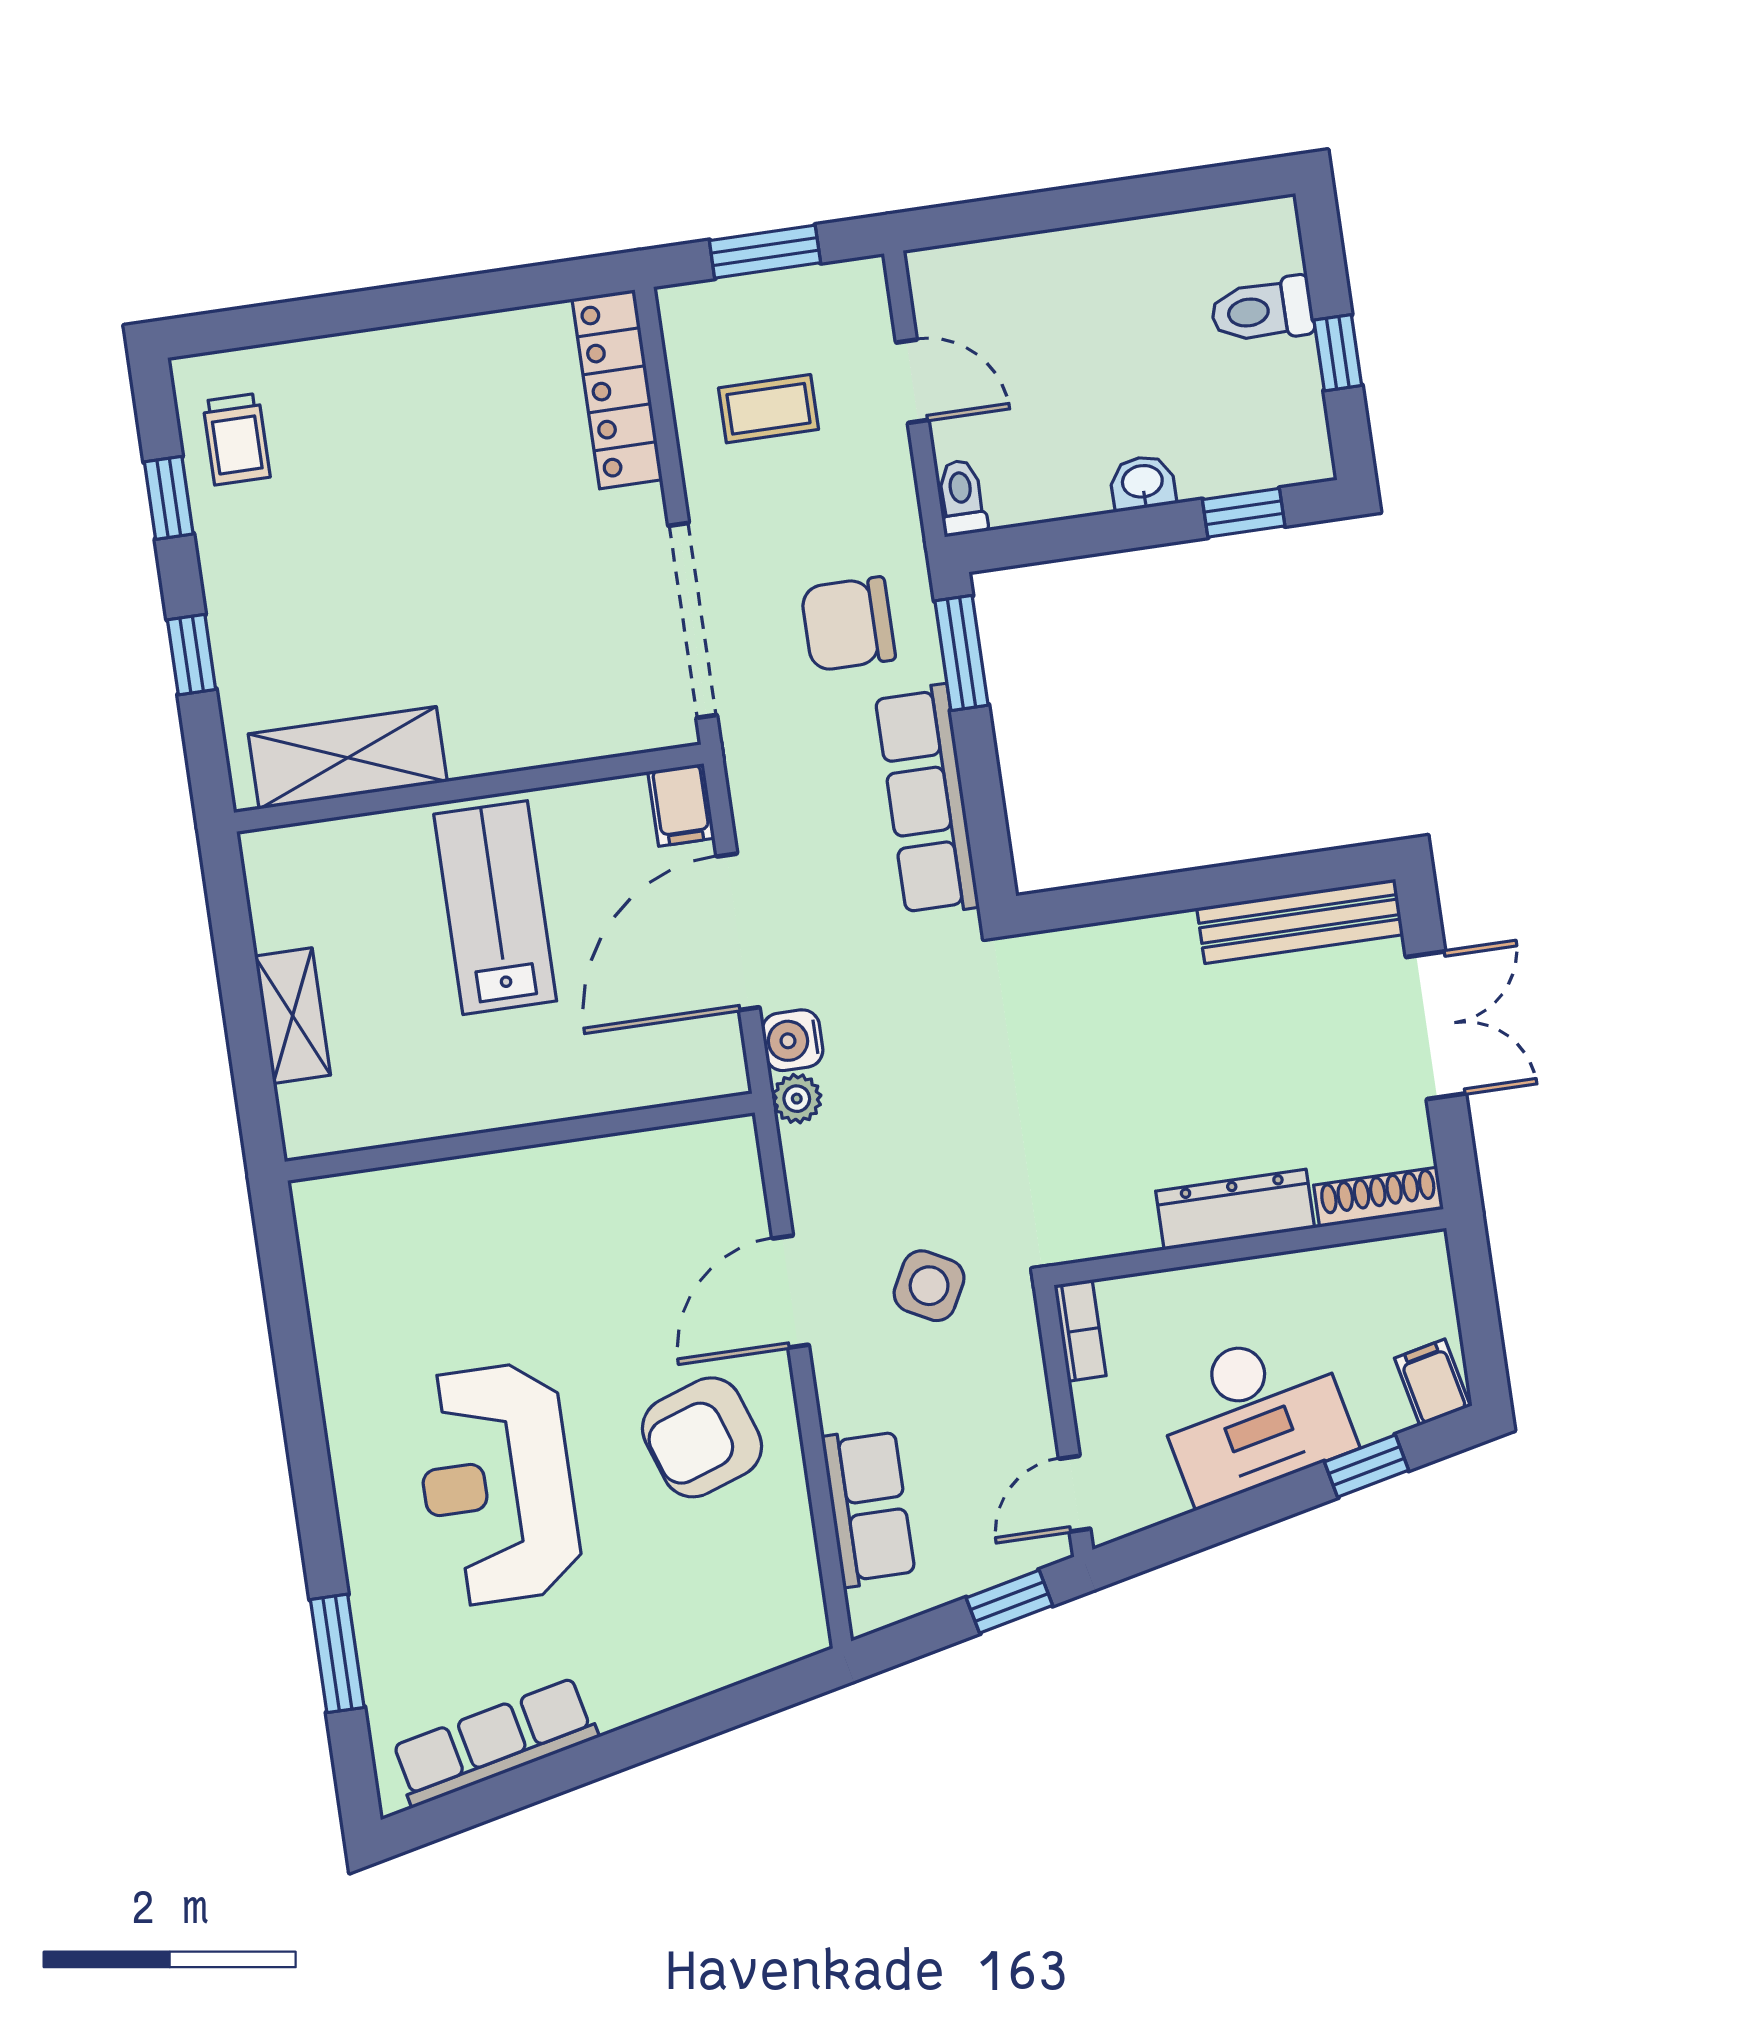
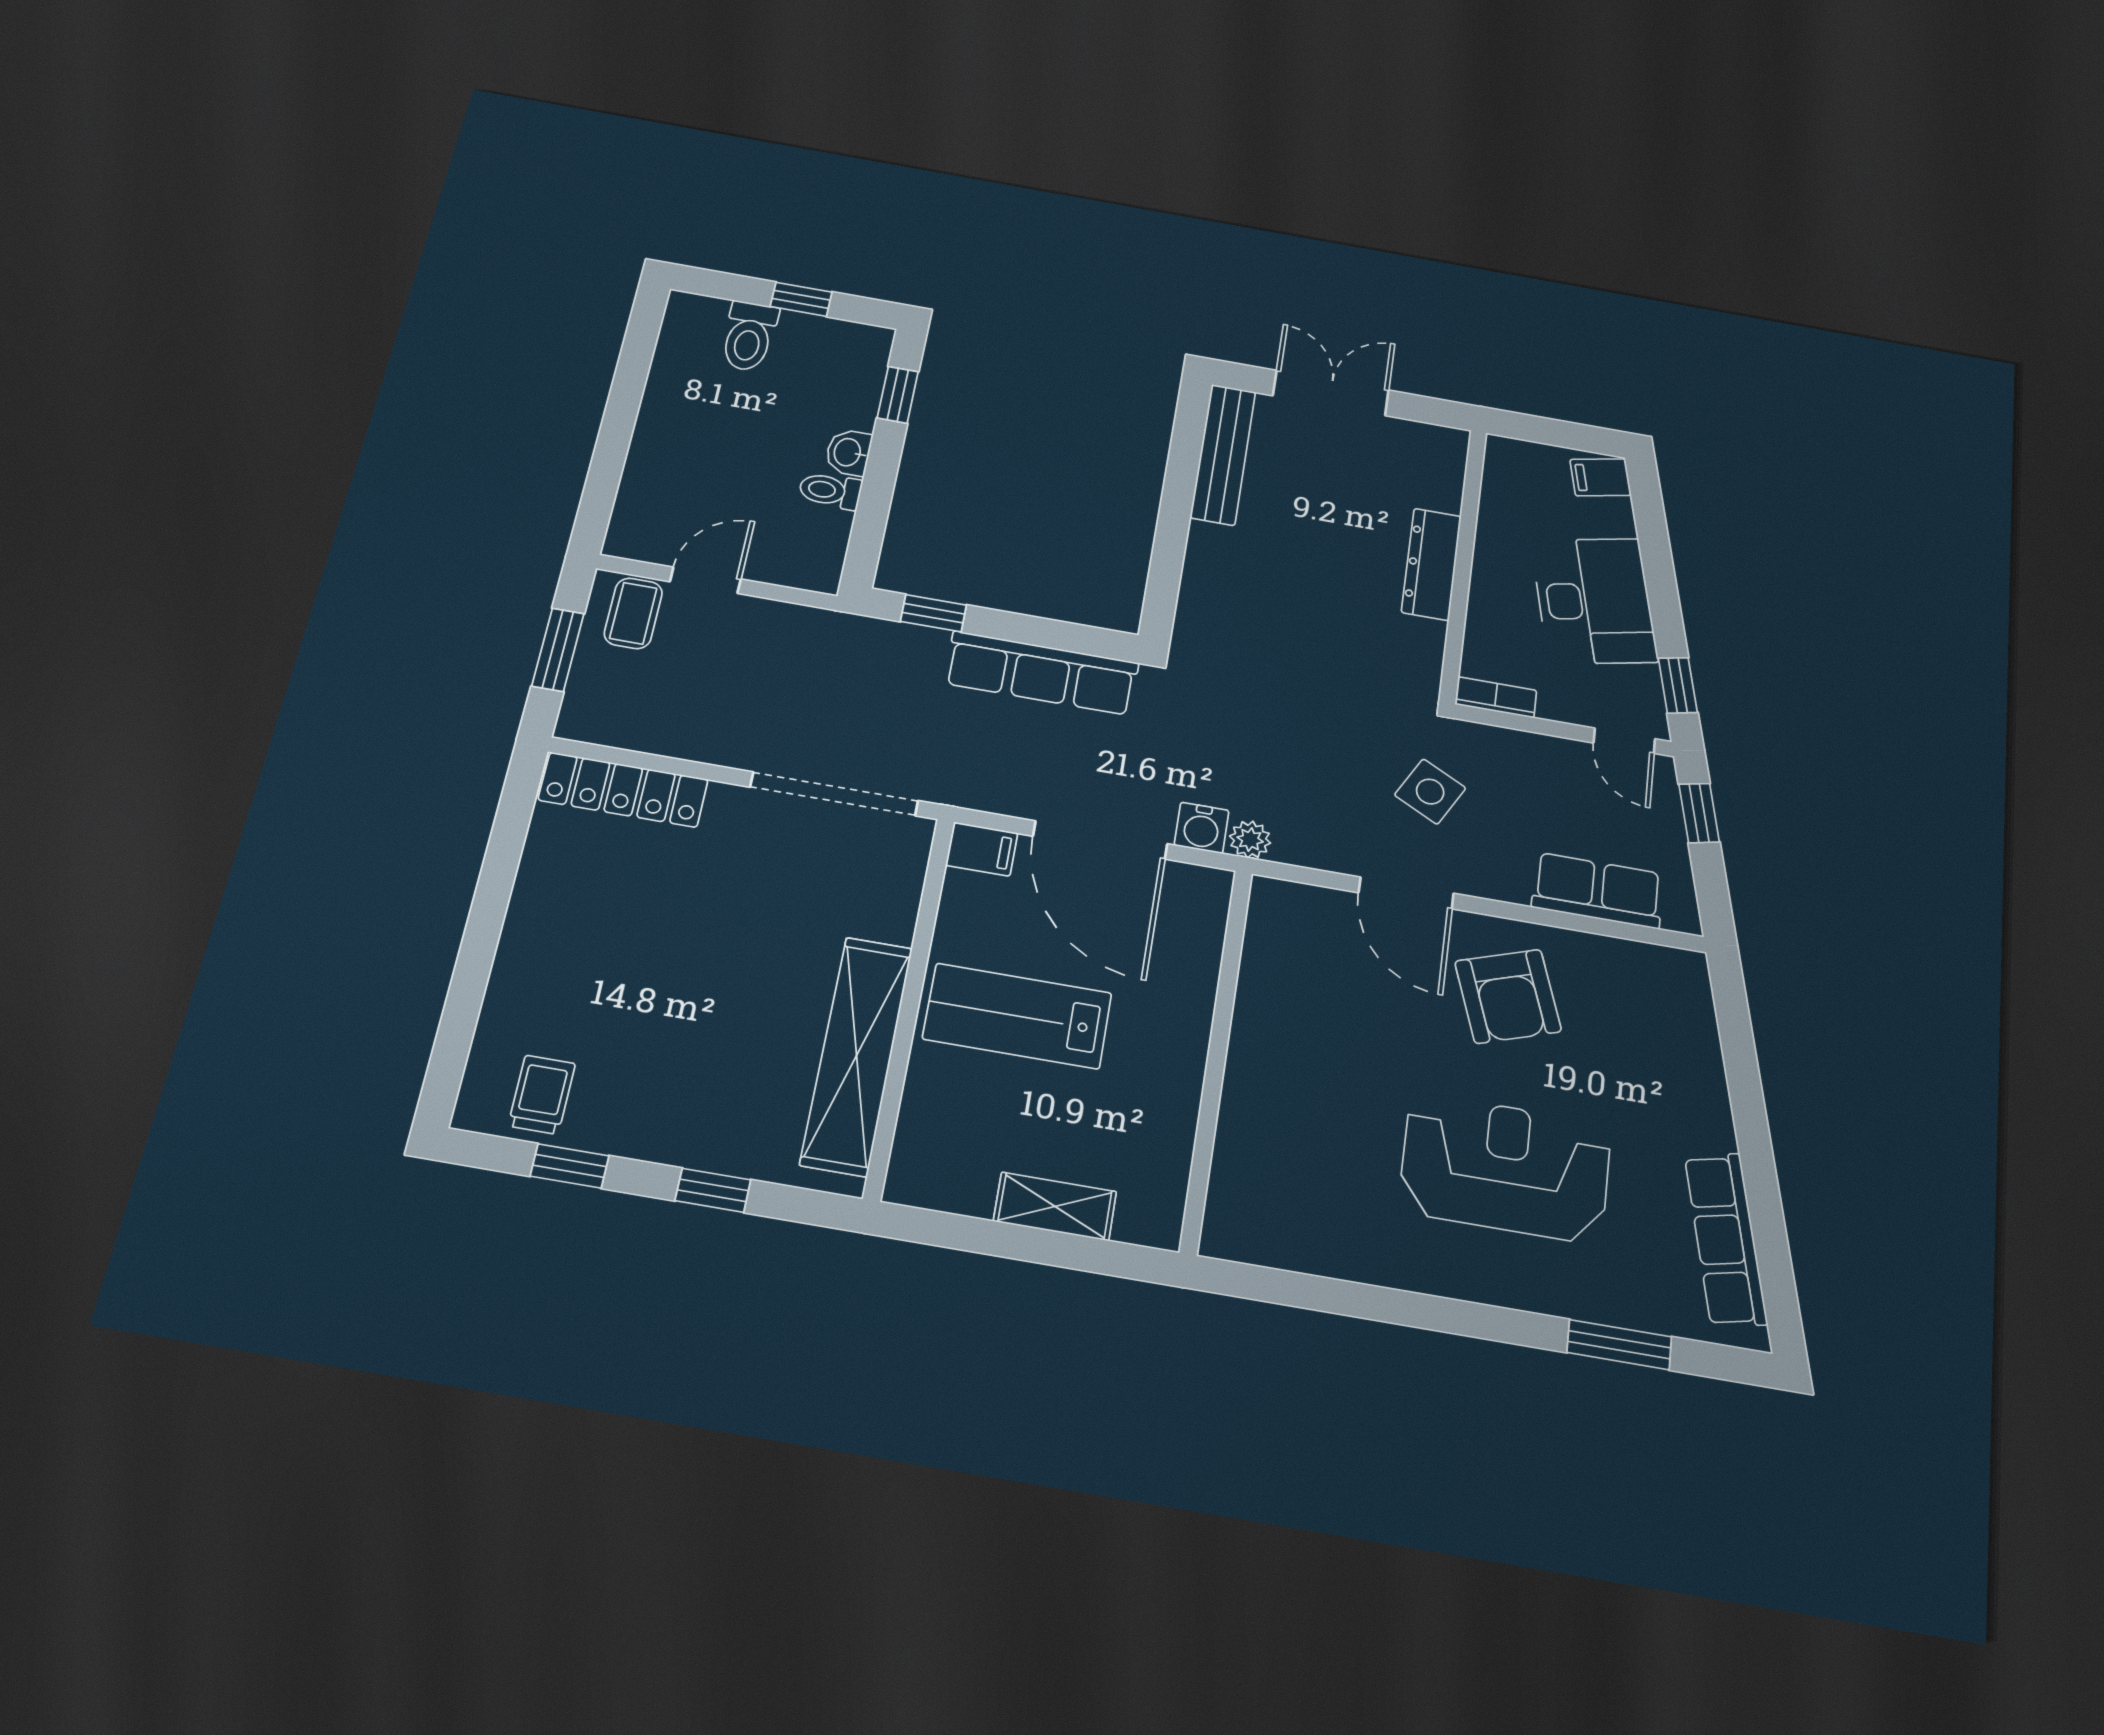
coffee table: (768, 409) -> (633, 613), moved
trolley: (236, 439) -> (542, 1095), turned -90
toilet: (962, 498) -> (830, 491), moved
chair: (848, 624) -> (880, 684), removed
window: (962, 653) -> (933, 613), width x0.67
shelving: (348, 758) -> (857, 1055), width x1.47
shoe rack: (1379, 1197) -> (1450, 469), removed
window: (1366, 1466) -> (1678, 685), moved
reception desk: (497, 1484) -> (1505, 1168), turned 180

